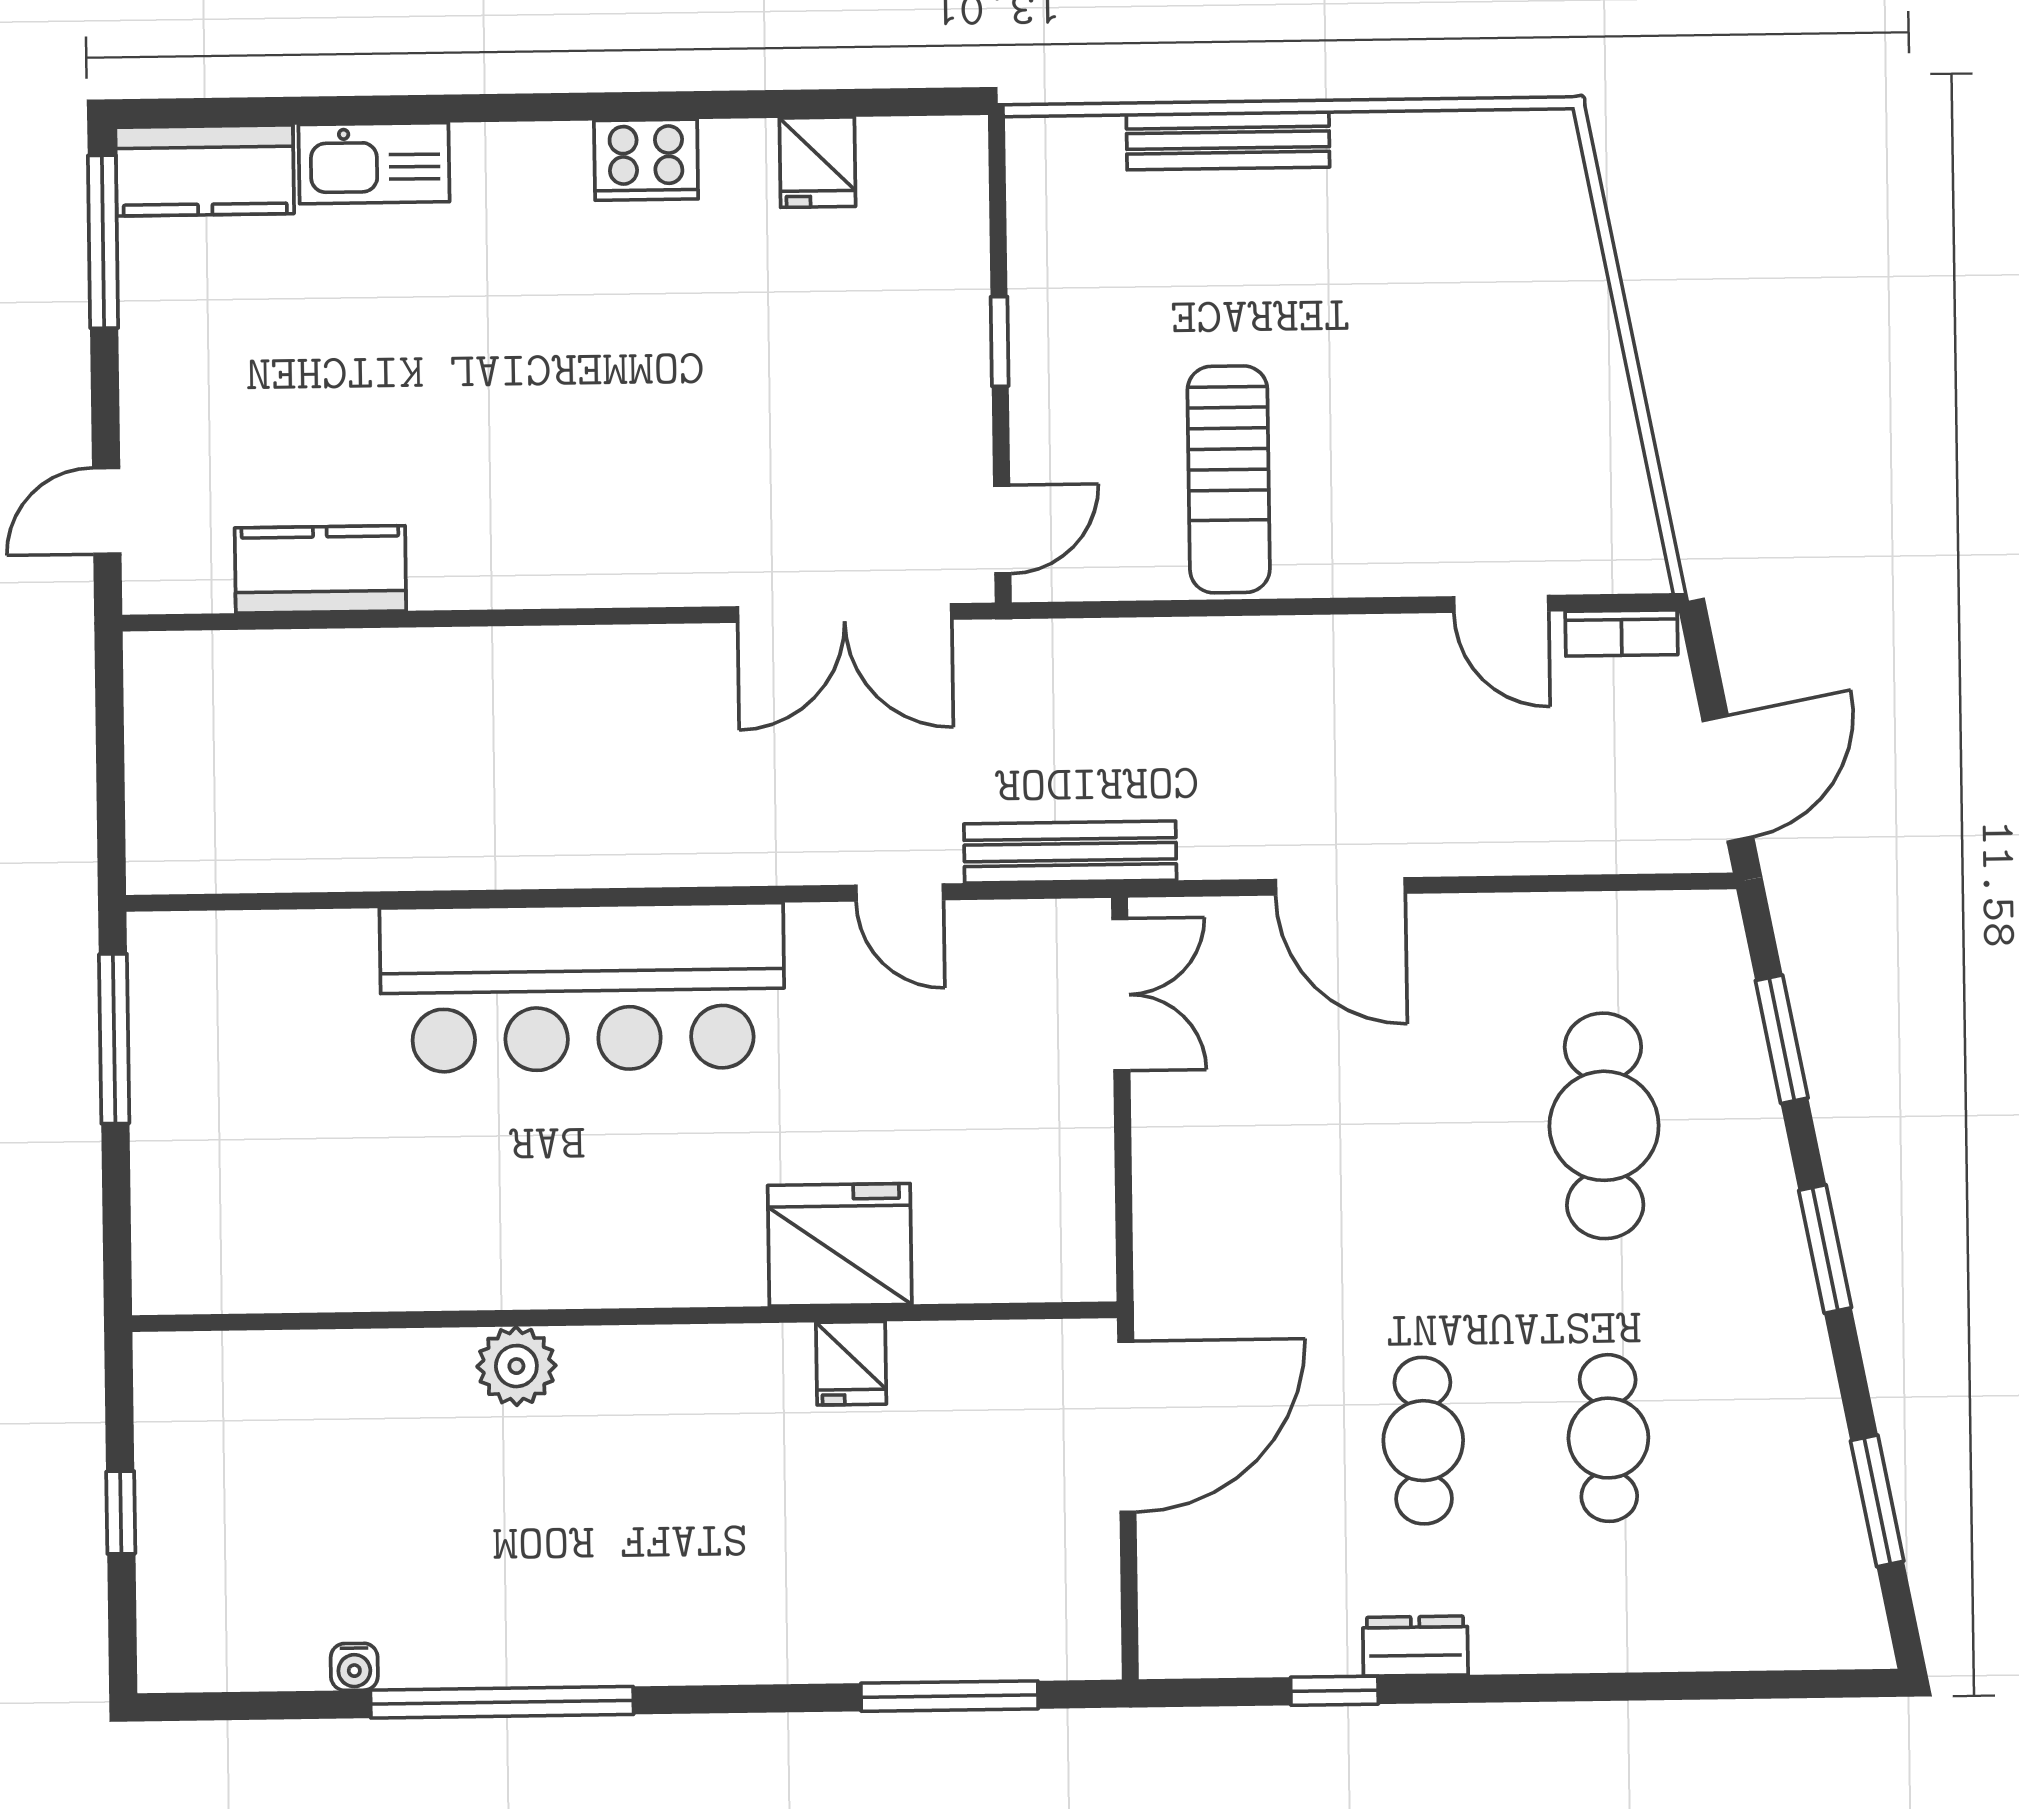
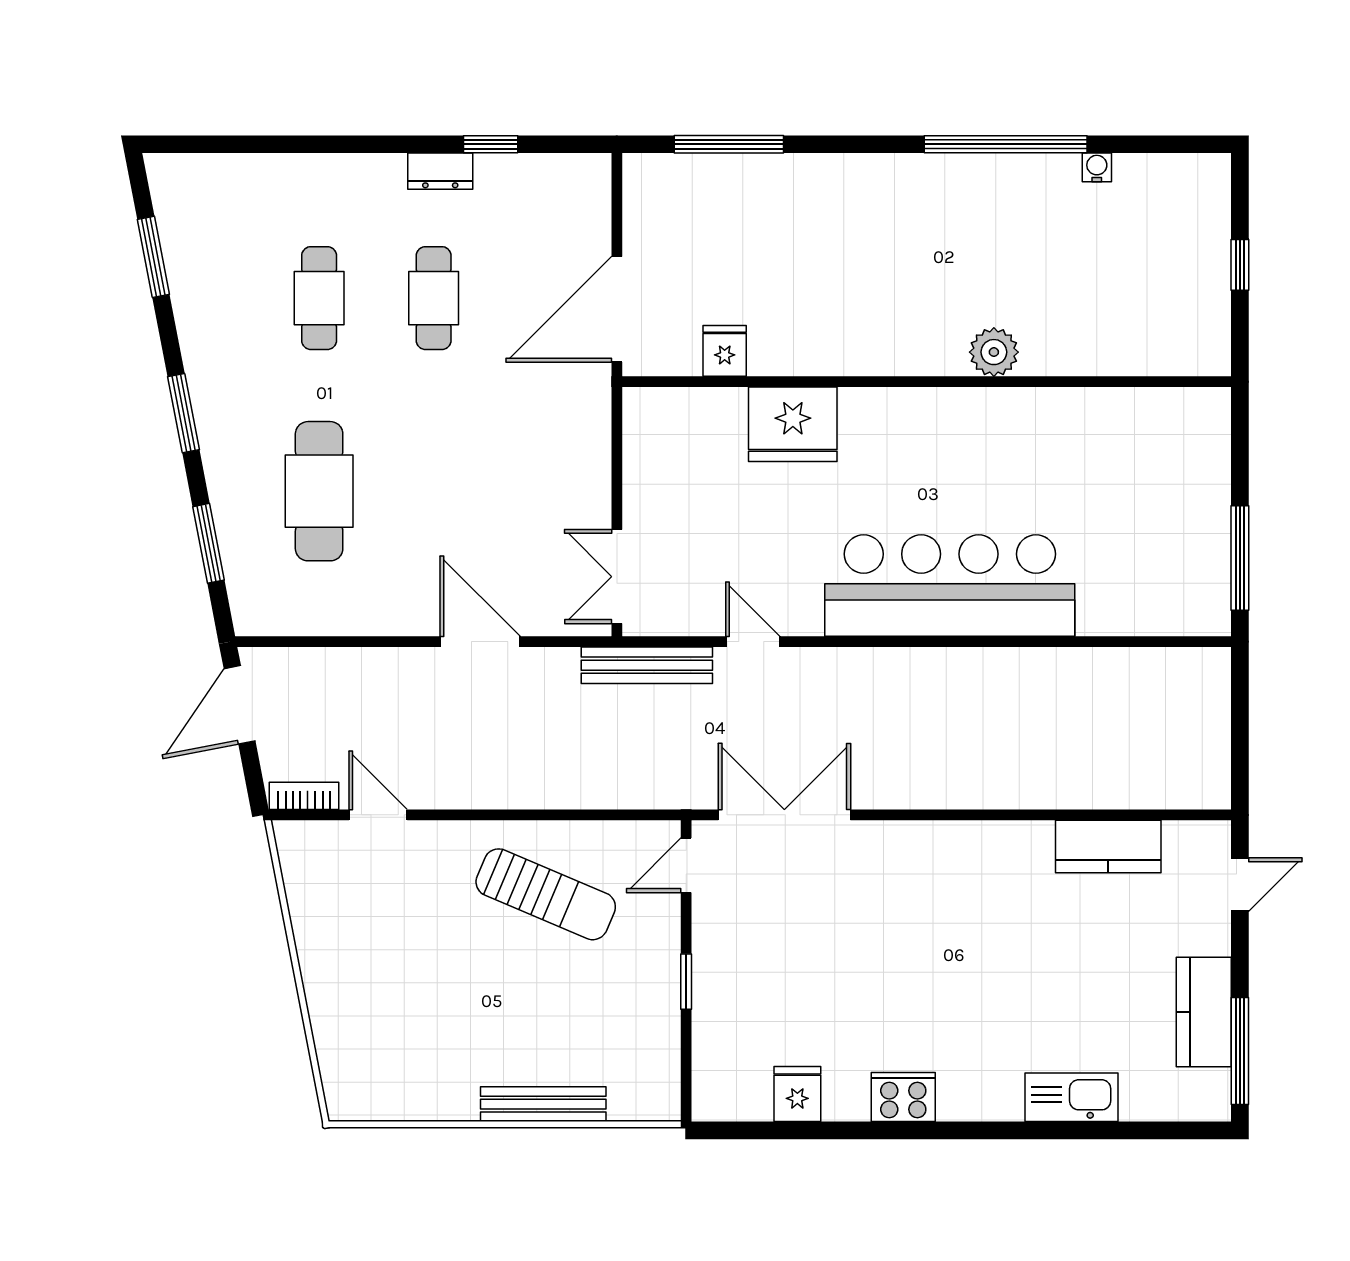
kitchen counter: (205, 170) -> (1204, 1012), moved, turned -90
sun lounger: (1229, 479) -> (546, 894), turned 113
fridge: (851, 1363) -> (725, 351), moved

